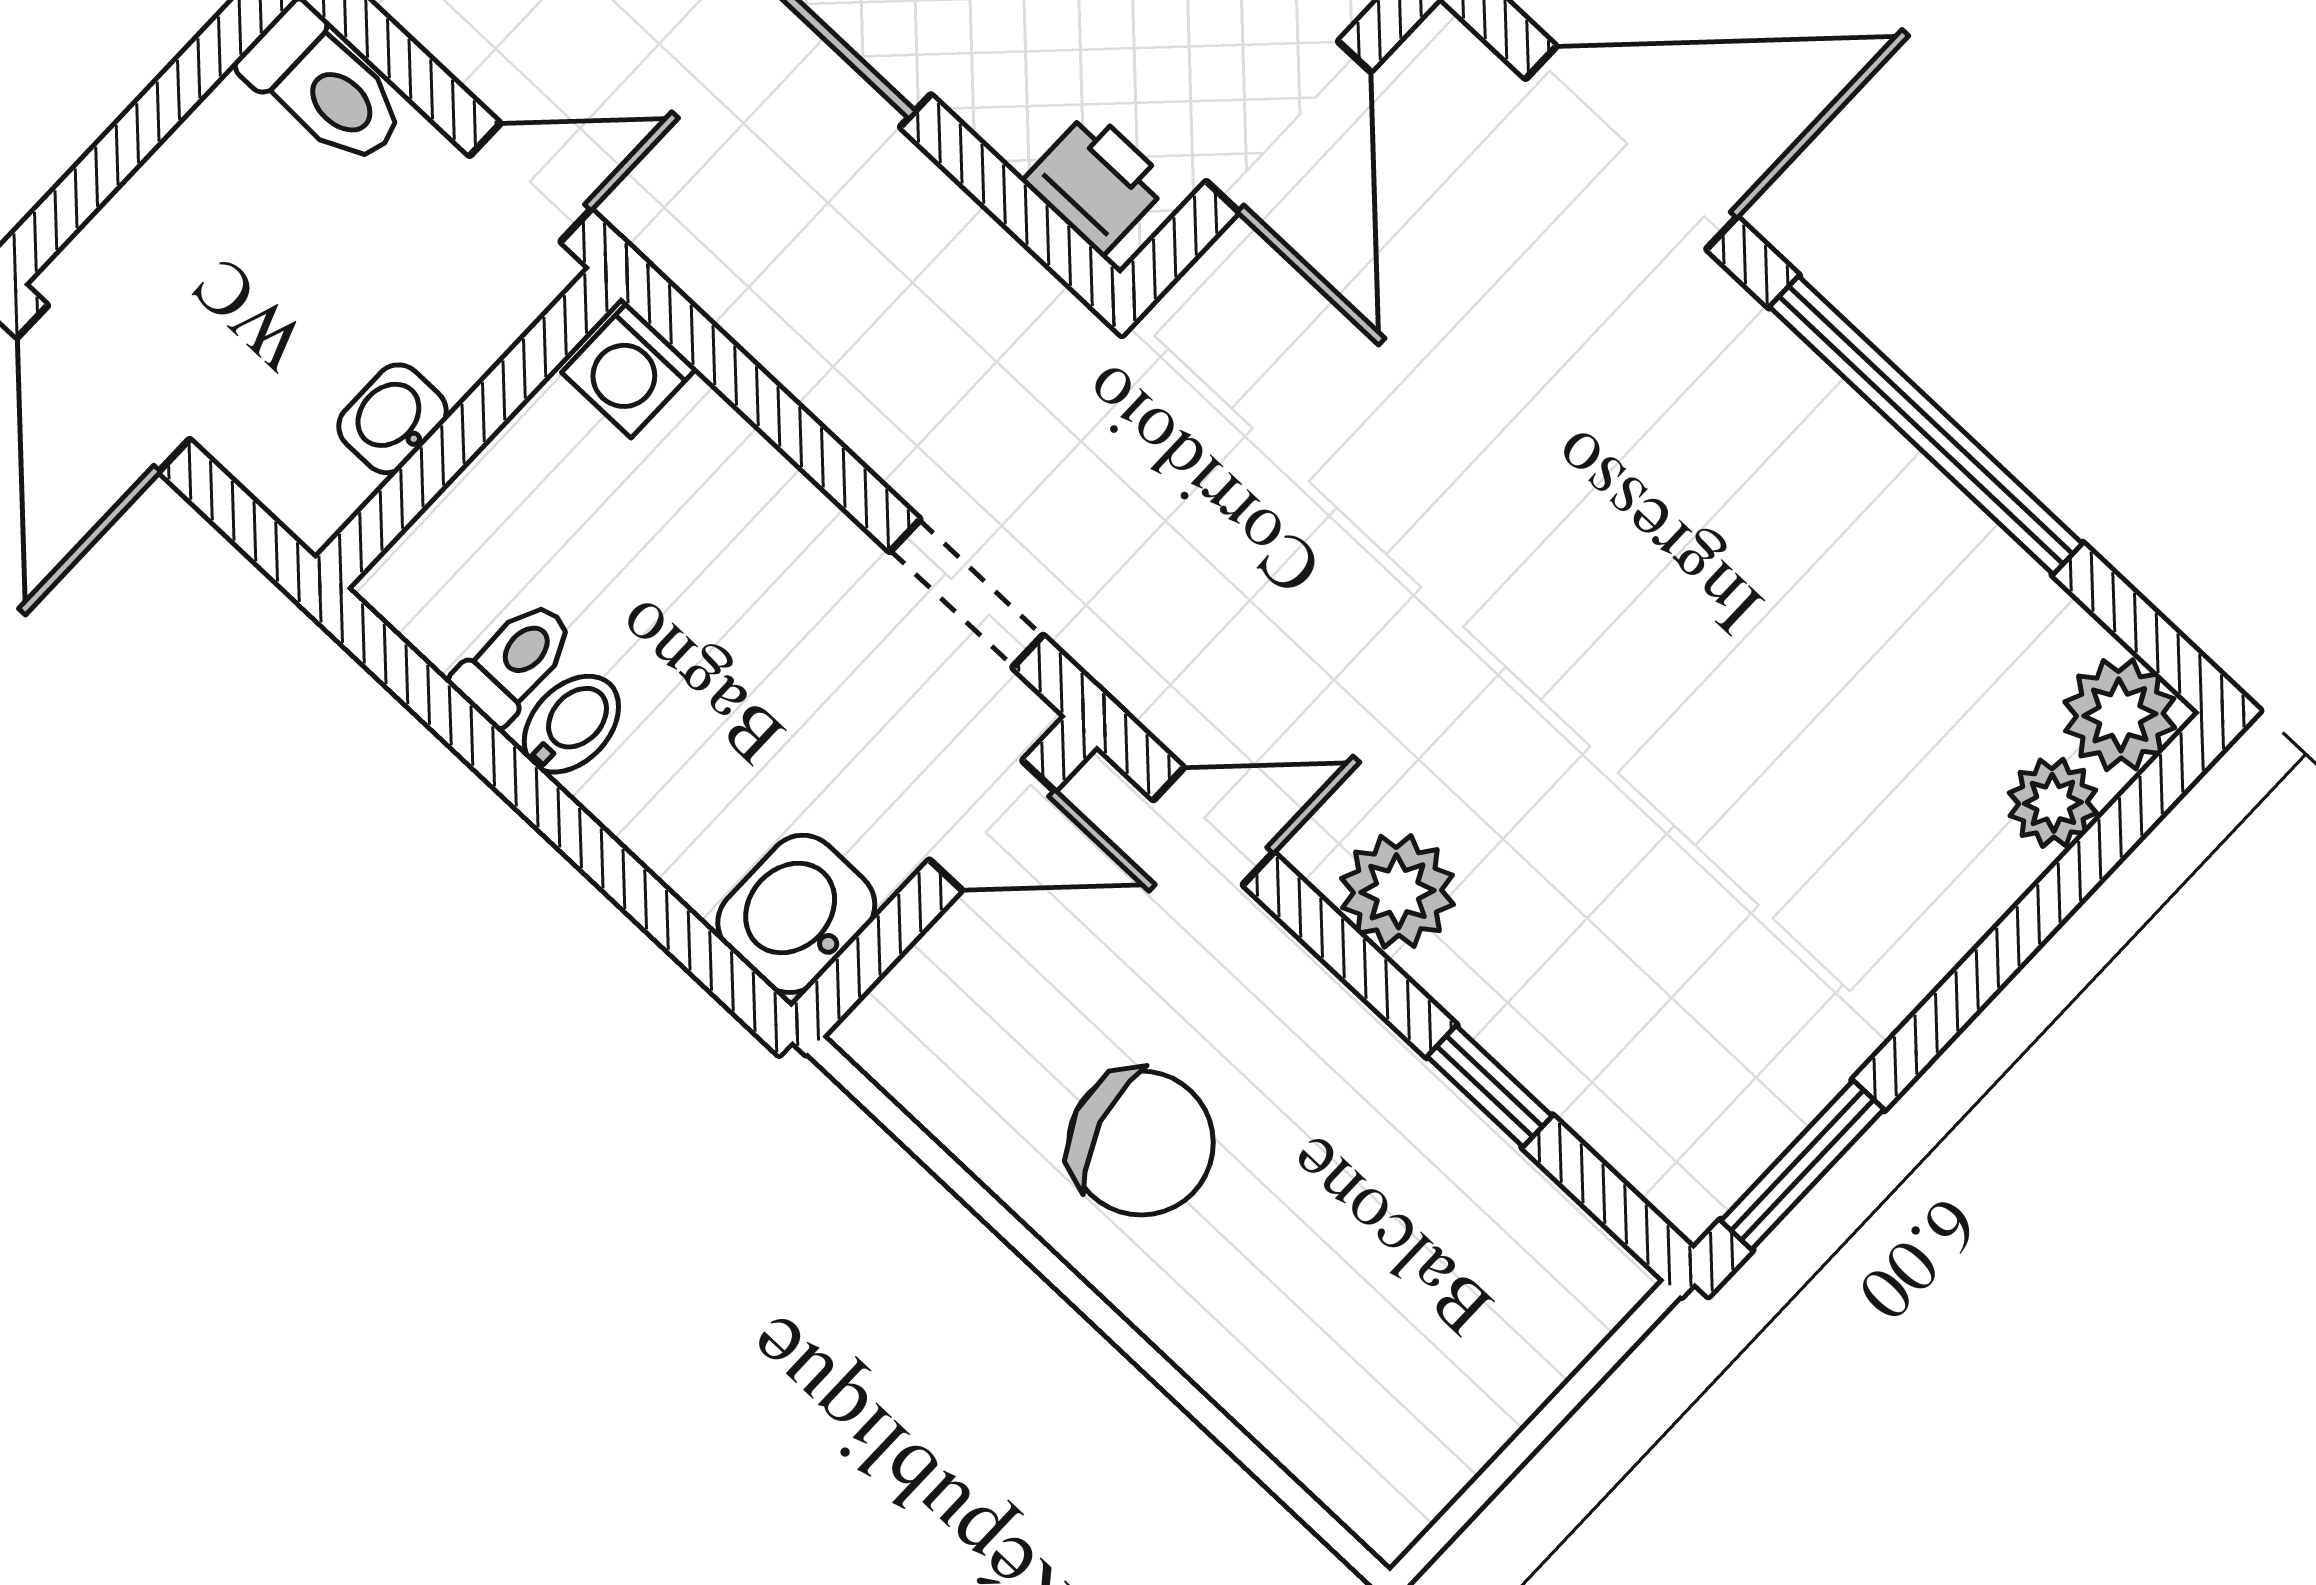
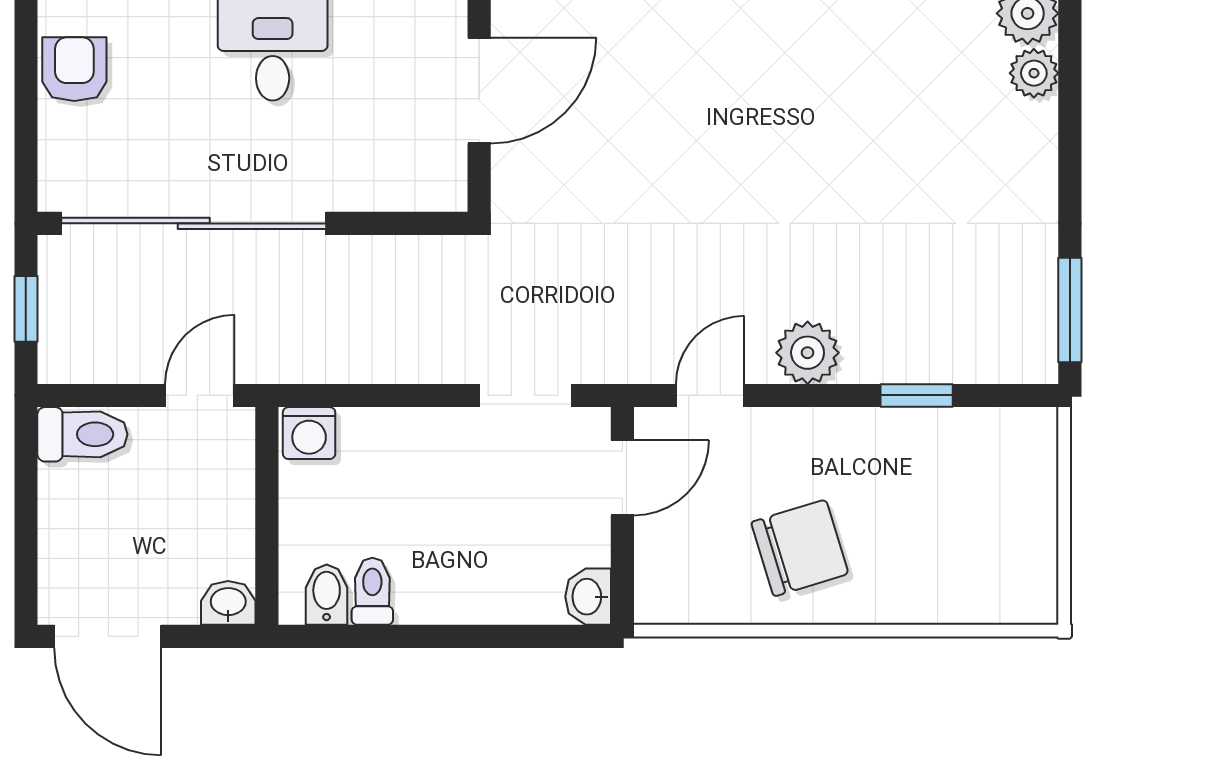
door: (1289, 127) -> (479, 91), hinge flipped
printer: (1096, 183) -> (424, 184), removed
washbasin: (393, 419) -> (228, 603), moved, turned 90
bidet: (571, 724) -> (327, 595), moved
washbasin: (796, 914) -> (588, 597), width x0.72, depth x0.69

